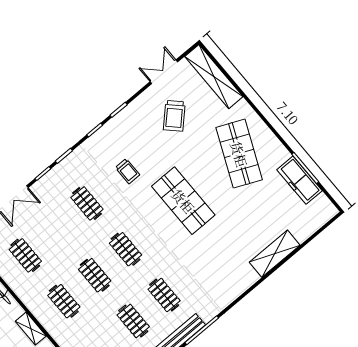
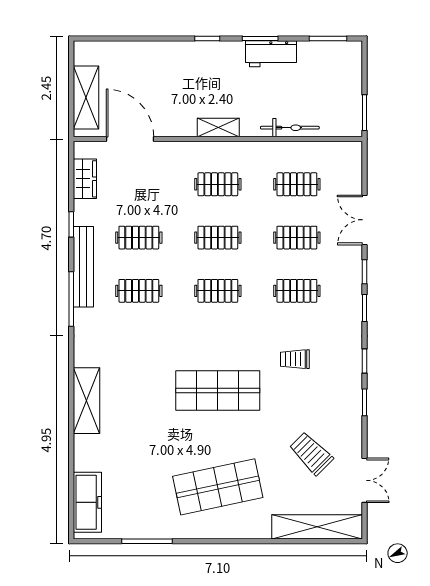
shop shelf: (239, 154) -> (218, 487), turned -36
freezer: (300, 180) -> (87, 502), moved, turned 90
clothes rail: (56, 229) -> (297, 238), added
shelving: (275, 254) -> (86, 401), moved

